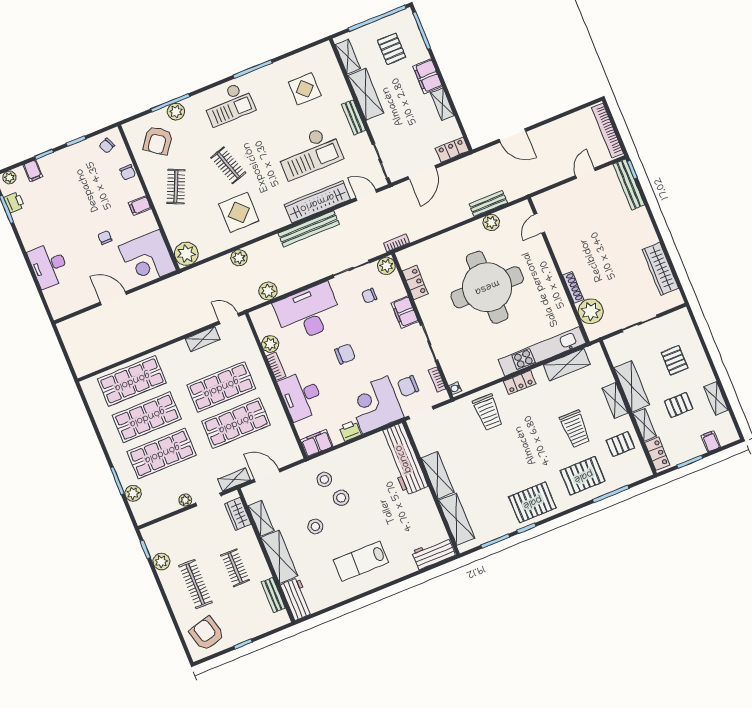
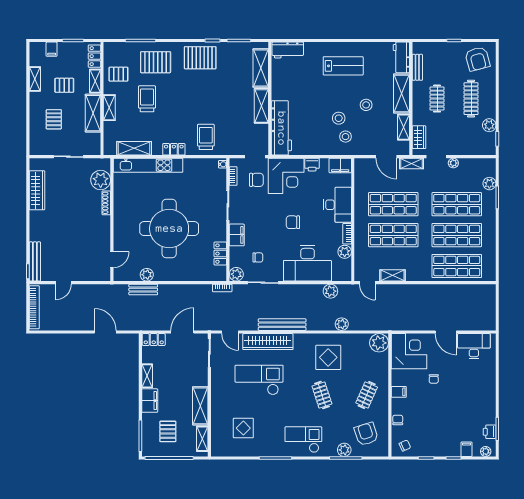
bench: (354, 117) -> (216, 393), removed
armchair: (158, 141) -> (366, 434), turned -54
desk: (49, 265) -> (474, 346), moved, turned -90

